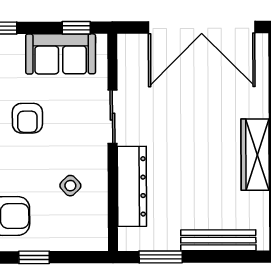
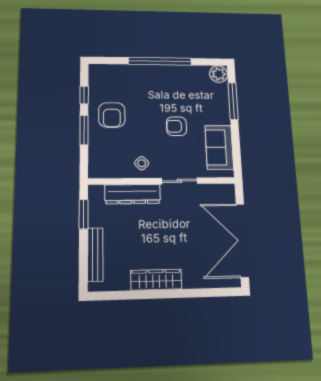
window: (76, 28) -> (237, 157), removed
side table: (70, 186) -> (142, 163), moved
window: (34, 257) -> (84, 130), width x1.50

